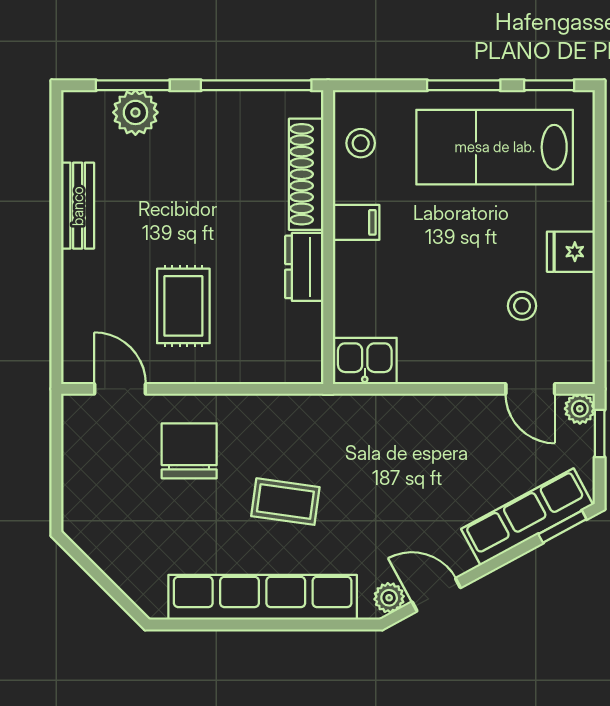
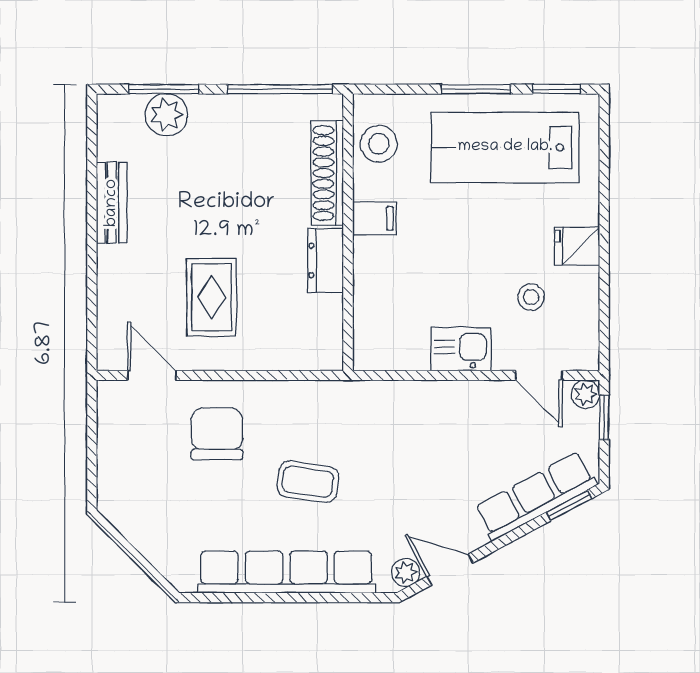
stool: (361, 143) -> (379, 144), width x1.37, depth x1.37
kitchen sink: (365, 361) -> (461, 349), moved

